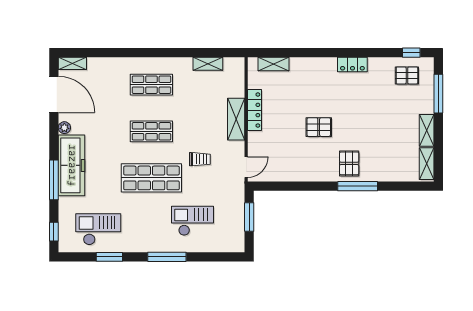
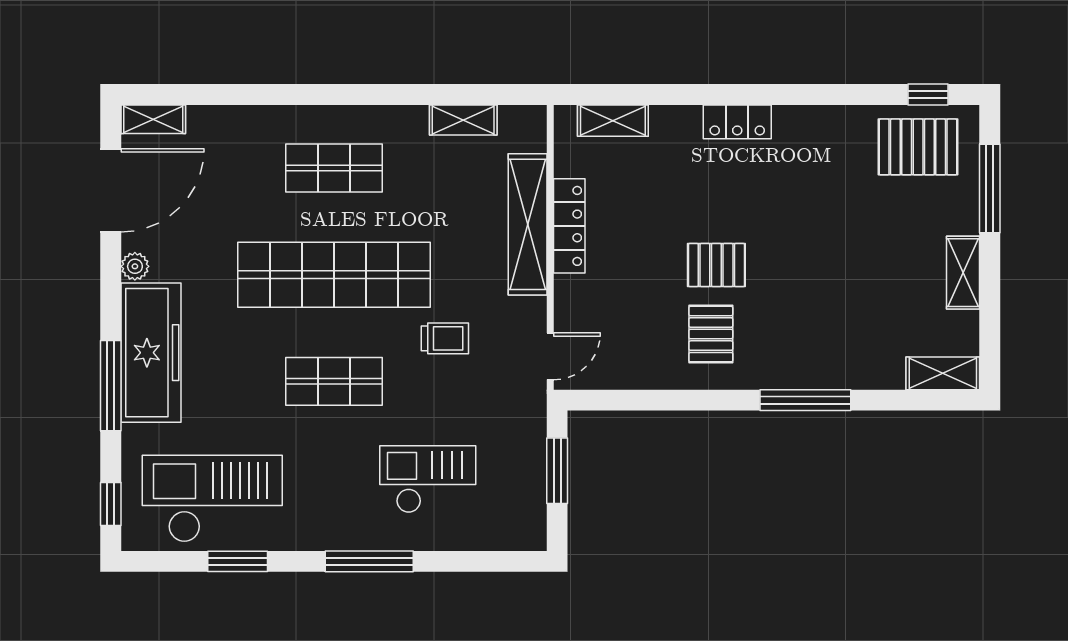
locker: (352, 65) -> (737, 122), moved
pallet: (407, 75) -> (918, 147), width x1.50, depth x1.42
door: (54, 94) -> (111, 190), hinge flipped
shelving: (236, 119) -> (528, 224), width x1.47
shop shelf: (151, 131) -> (334, 275), width x2.00, depth x1.36
pallet: (349, 163) -> (711, 334), moved
shelving: (427, 164) -> (943, 373), moved, turned 90
shop shelf: (151, 178) -> (334, 381), width x0.70, depth x0.74
checkout: (98, 229) -> (212, 499), width x1.36, depth x1.21

